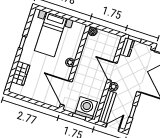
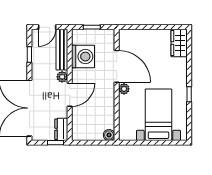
door: (112, 71) -> (70, 95), hinge flipped
wardrobe: (21, 74) -> (179, 43), moved
door: (66, 93) -> (117, 66), moved
washing machine: (86, 108) -> (83, 57), moved, turned -90

